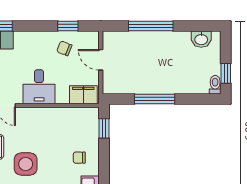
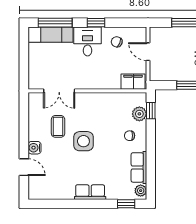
window: (68, 26) -> (96, 23), moved
desk: (39, 87) -> (88, 41), moved, turned 180
plant: (91, 132) -> (139, 114), added

